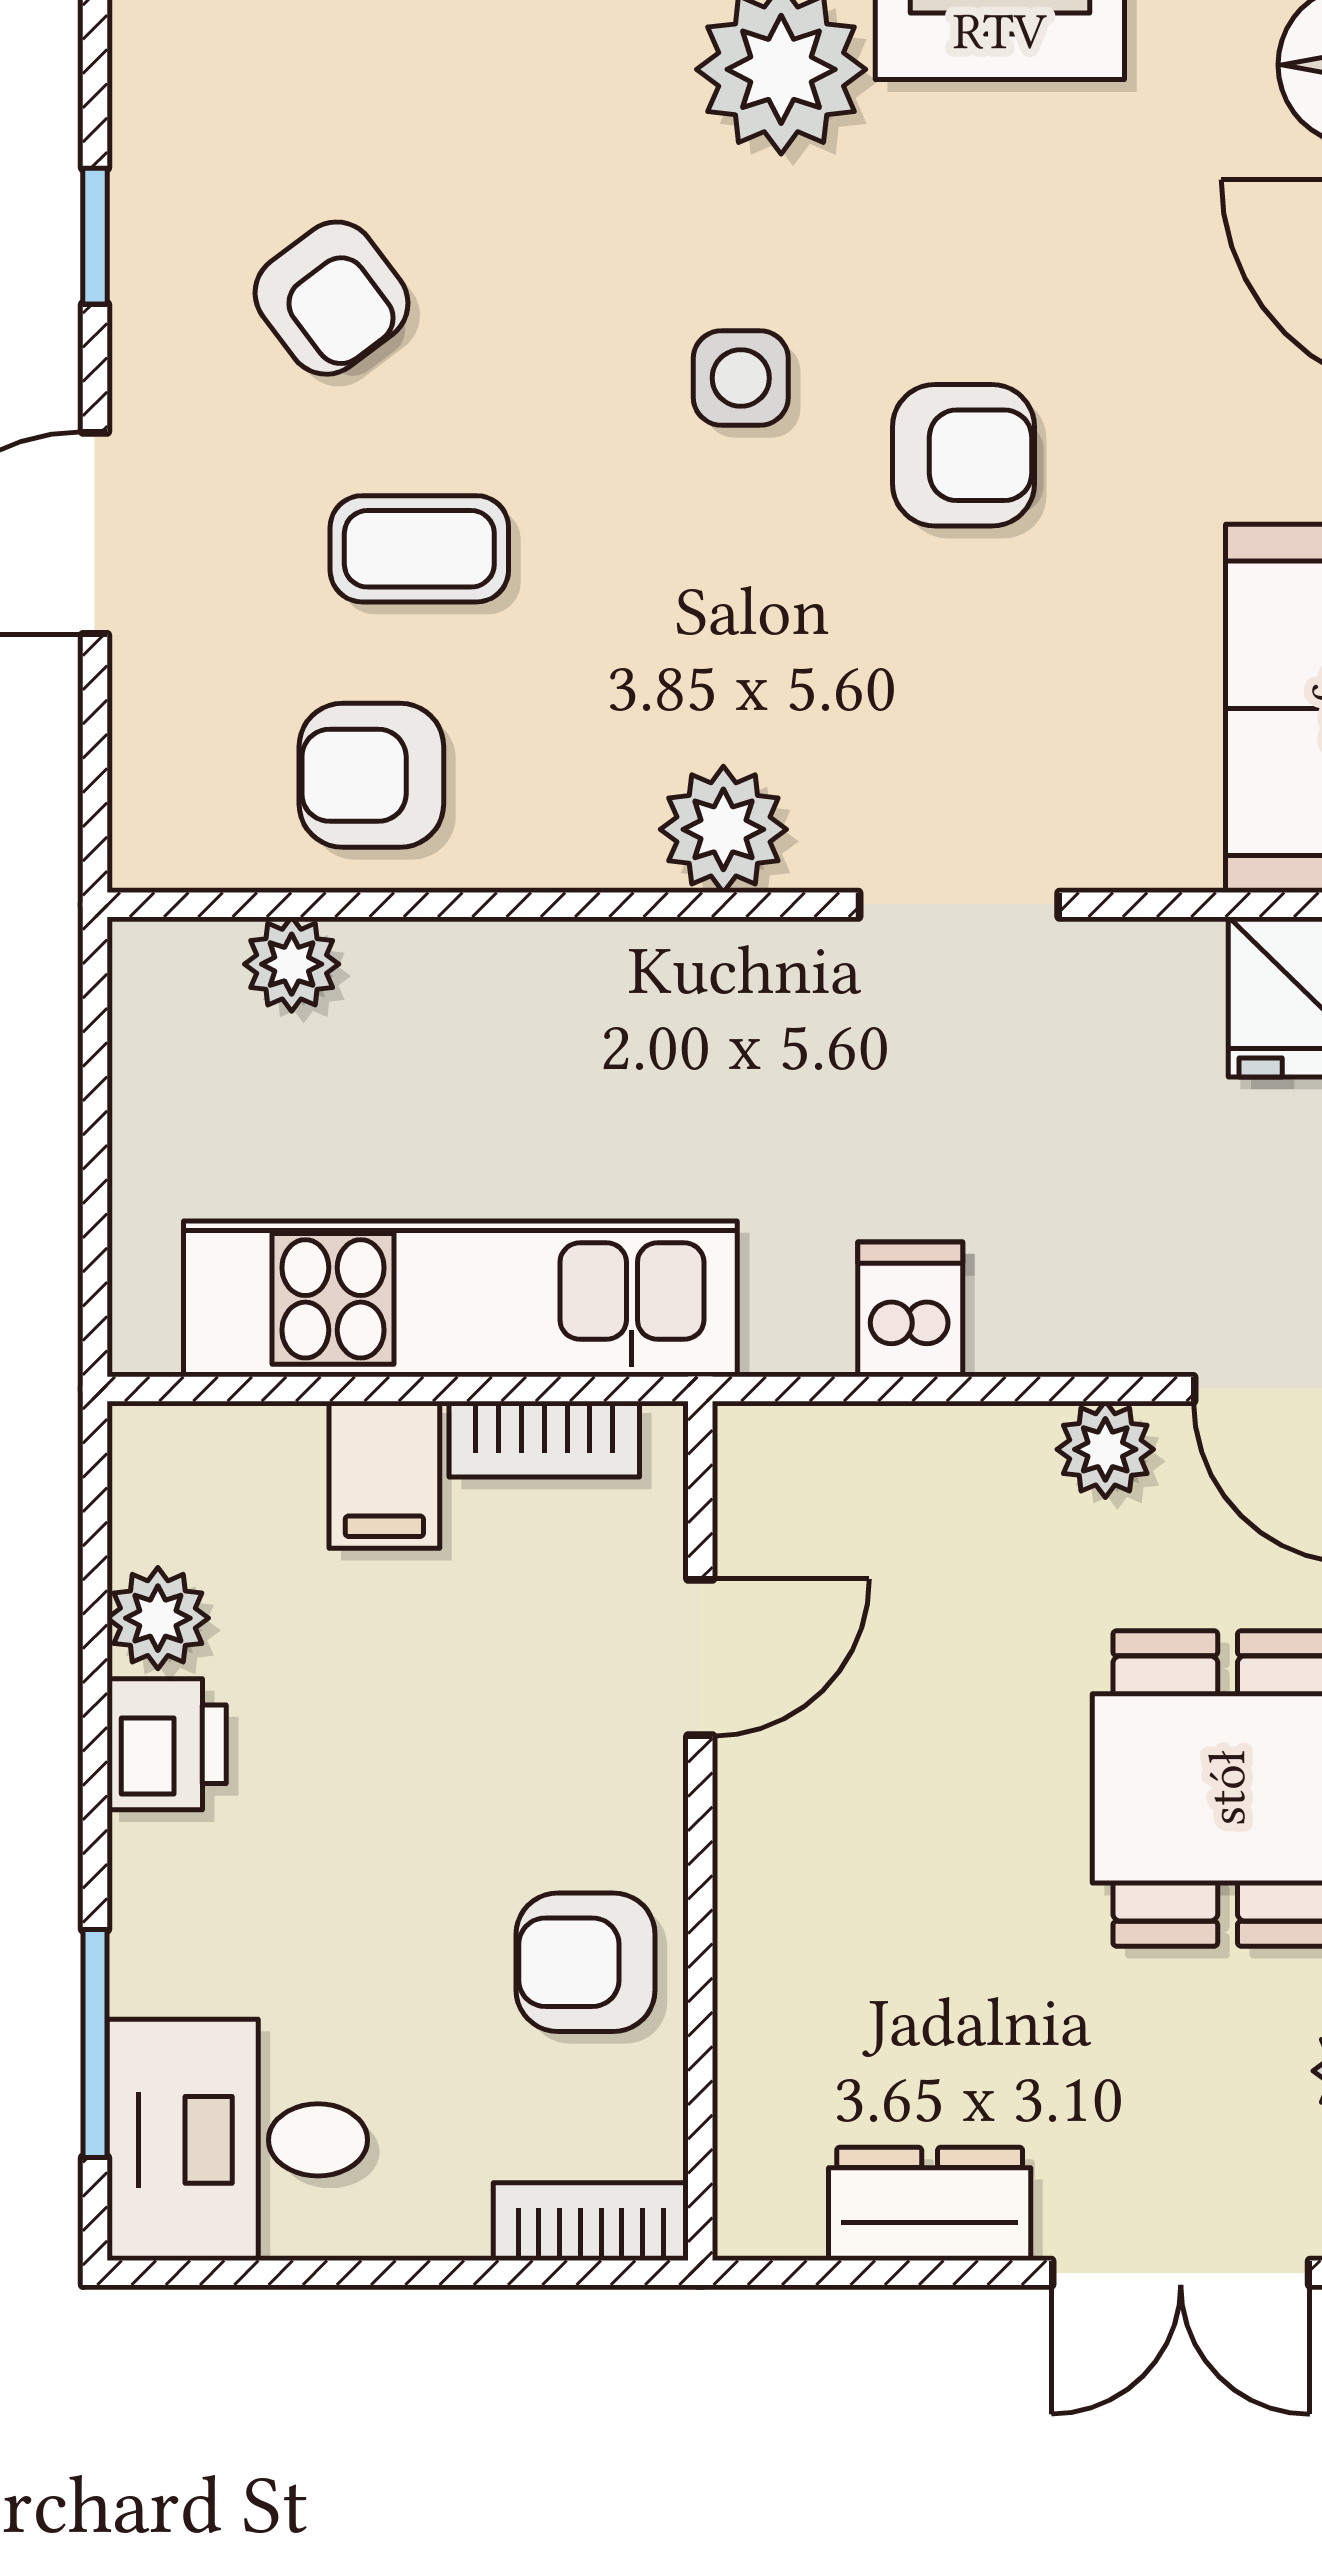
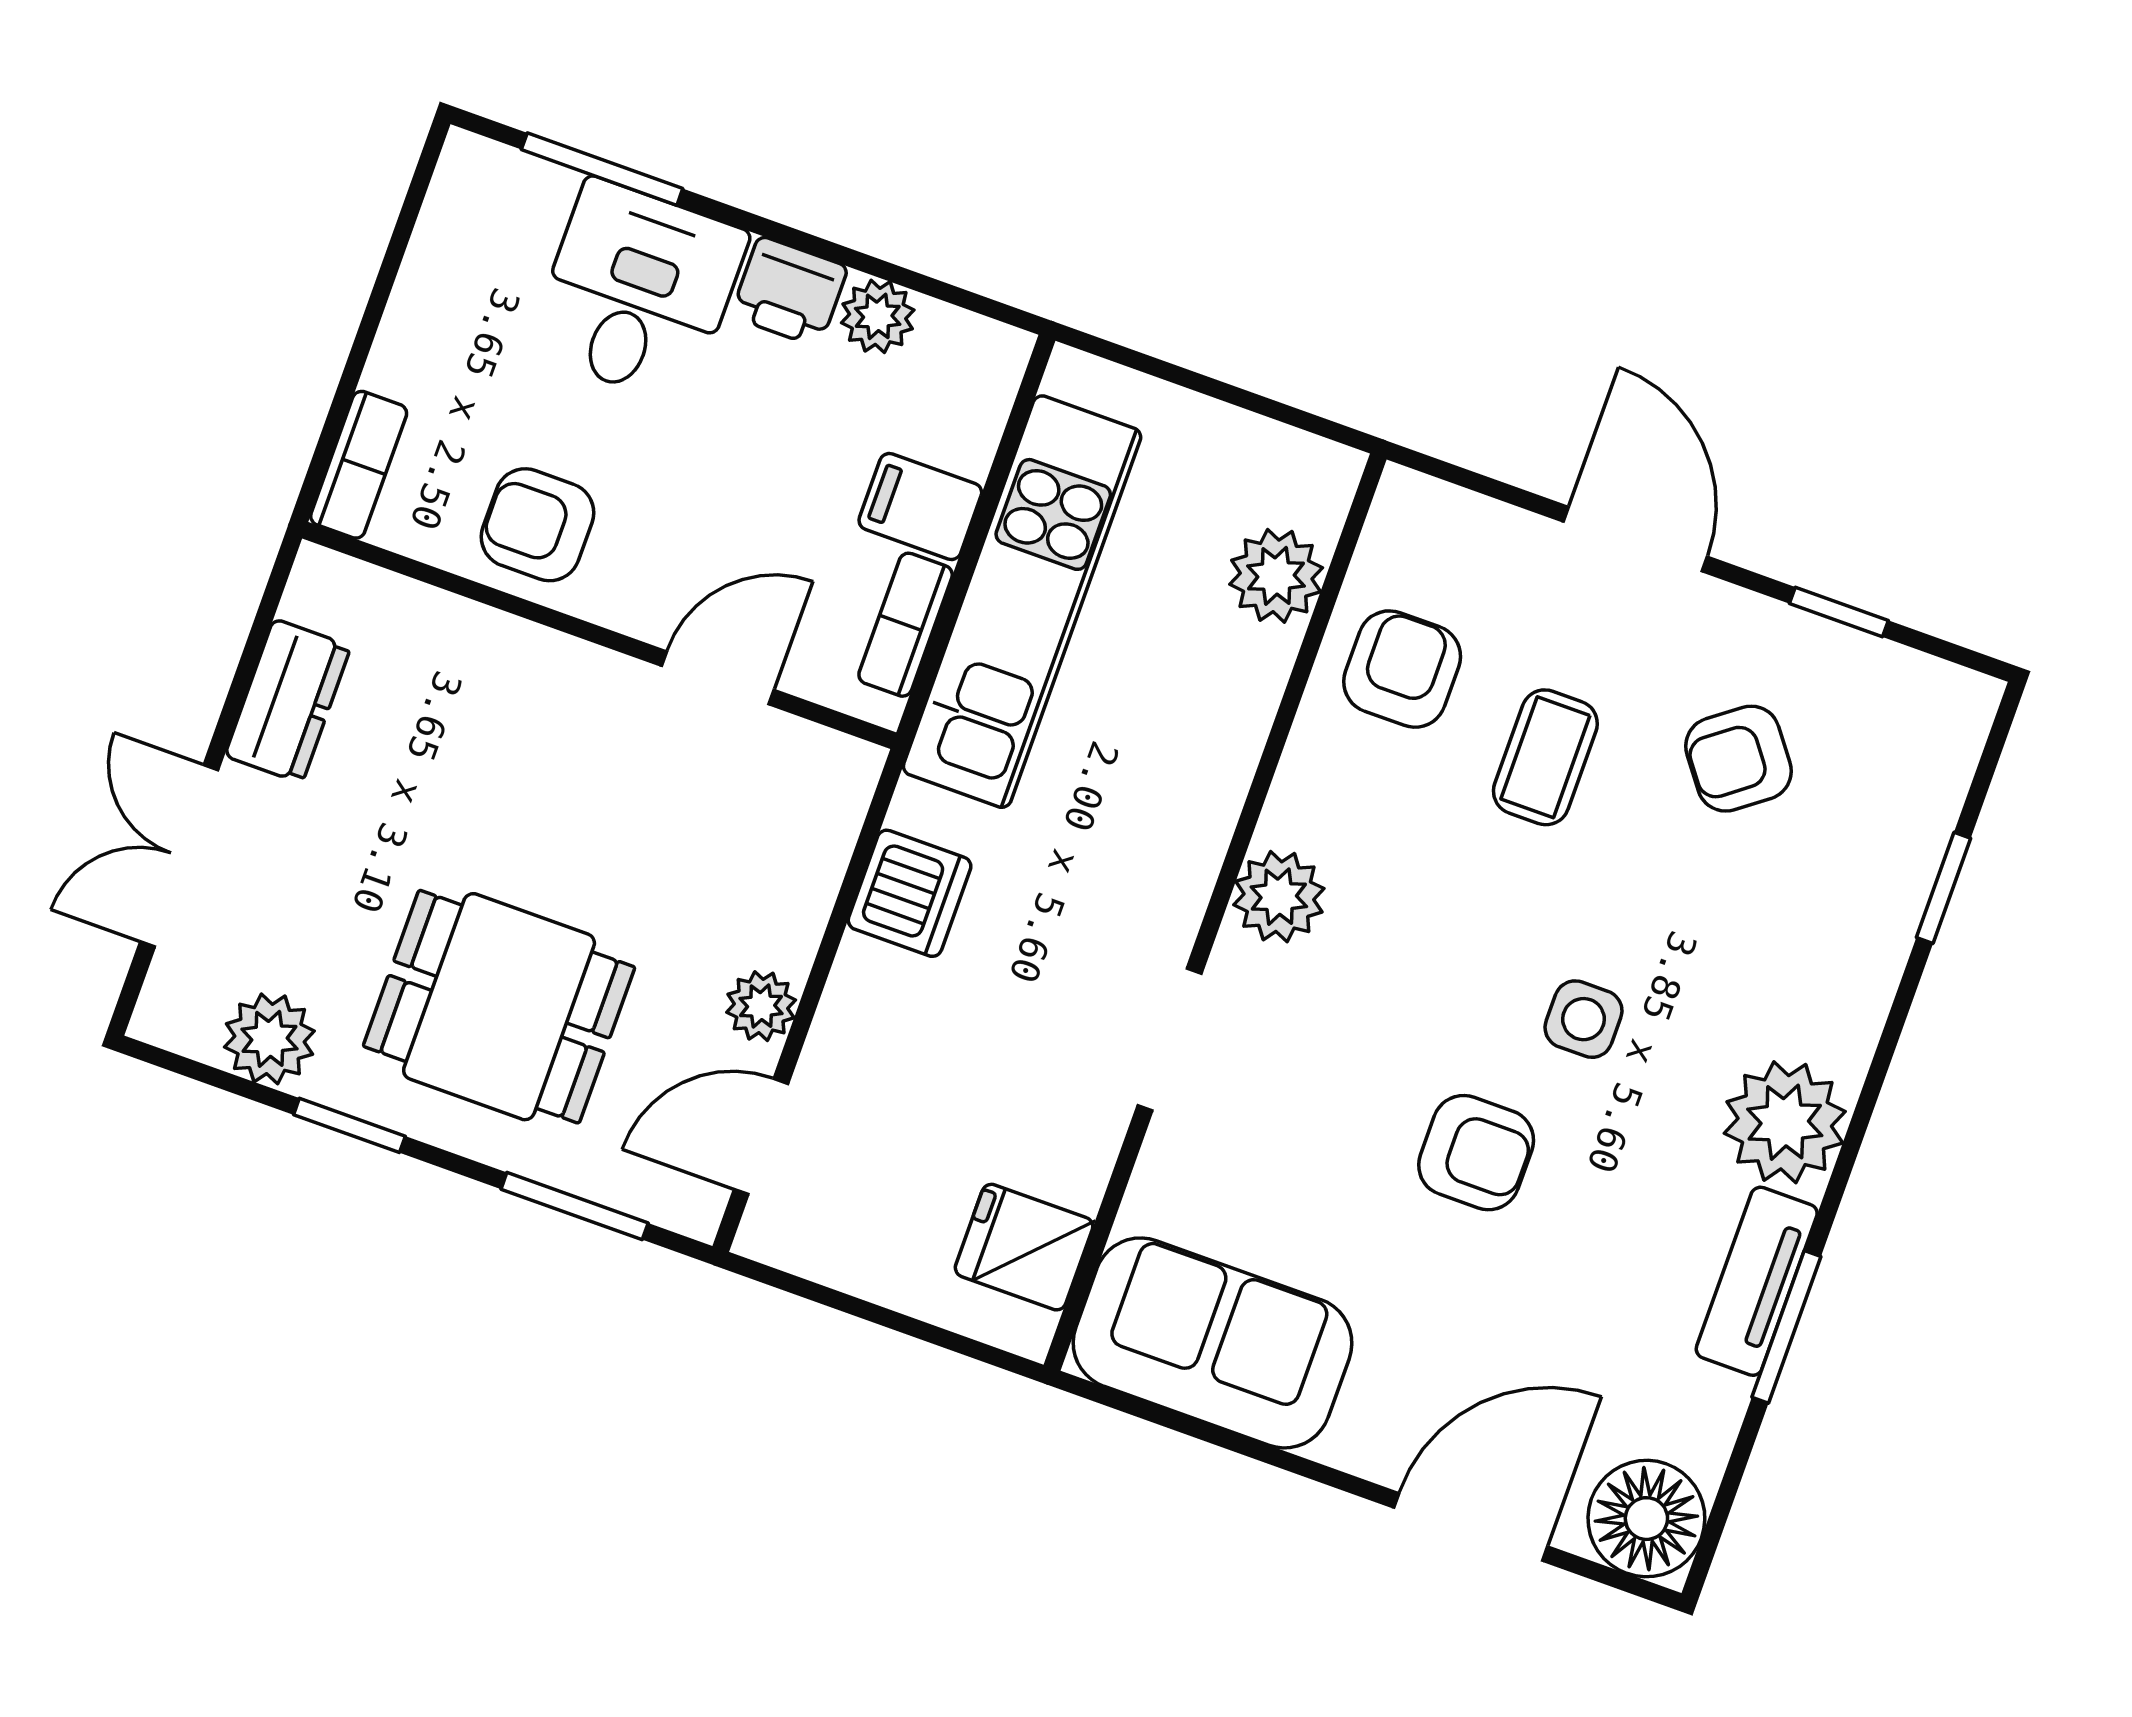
armchair: (963, 455) -> (1476, 1153), turned -90
plant: (292, 964) -> (1276, 576), width x1.38, depth x1.38
dishwasher: (910, 1309) -> (910, 893), width x1.38
door: (700, 1658) -> (718, 678), swing flipped
armchair: (586, 1962) -> (537, 525), turned -90
desk: (237, 2140) -> (638, 292), moved

